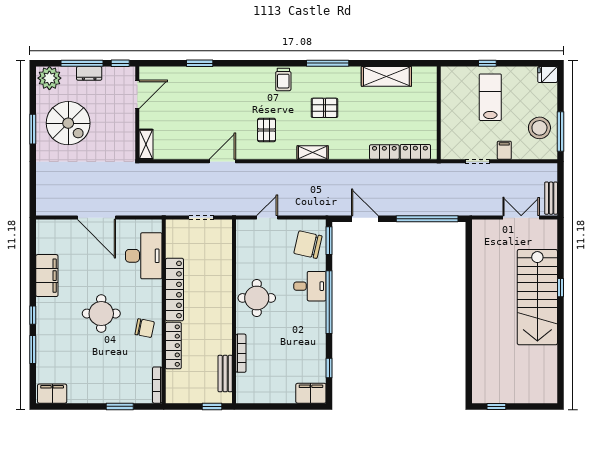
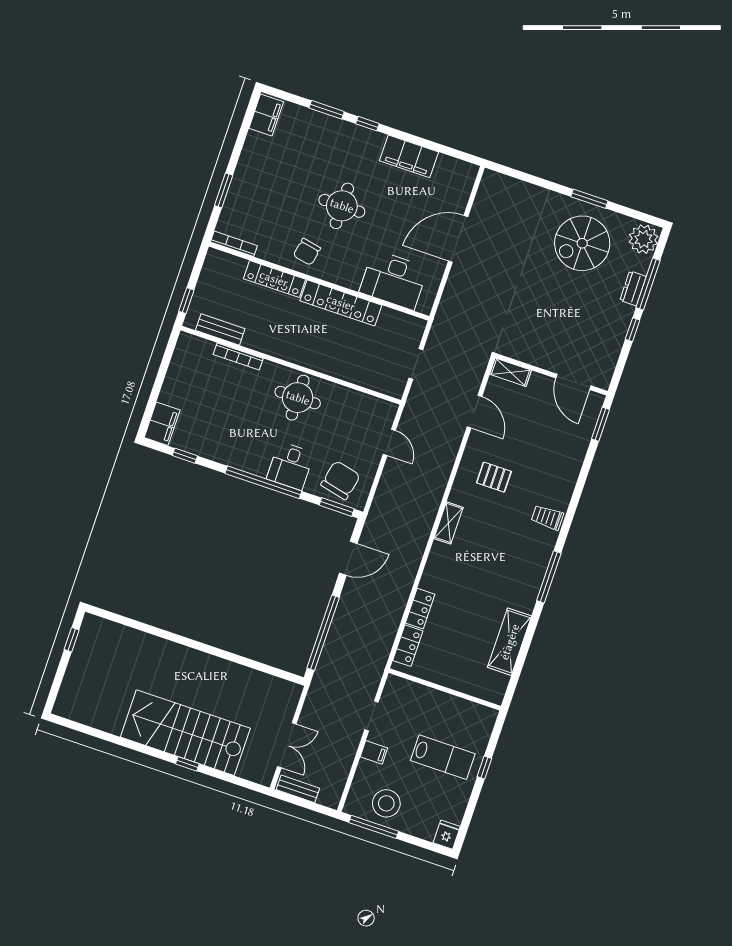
door: (137, 94) -> (573, 382), moved
pallet: (324, 108) -> (497, 555), removed
wall: (137, 113) -> (551, 374), moved
shelving: (146, 144) -> (510, 372), moved

